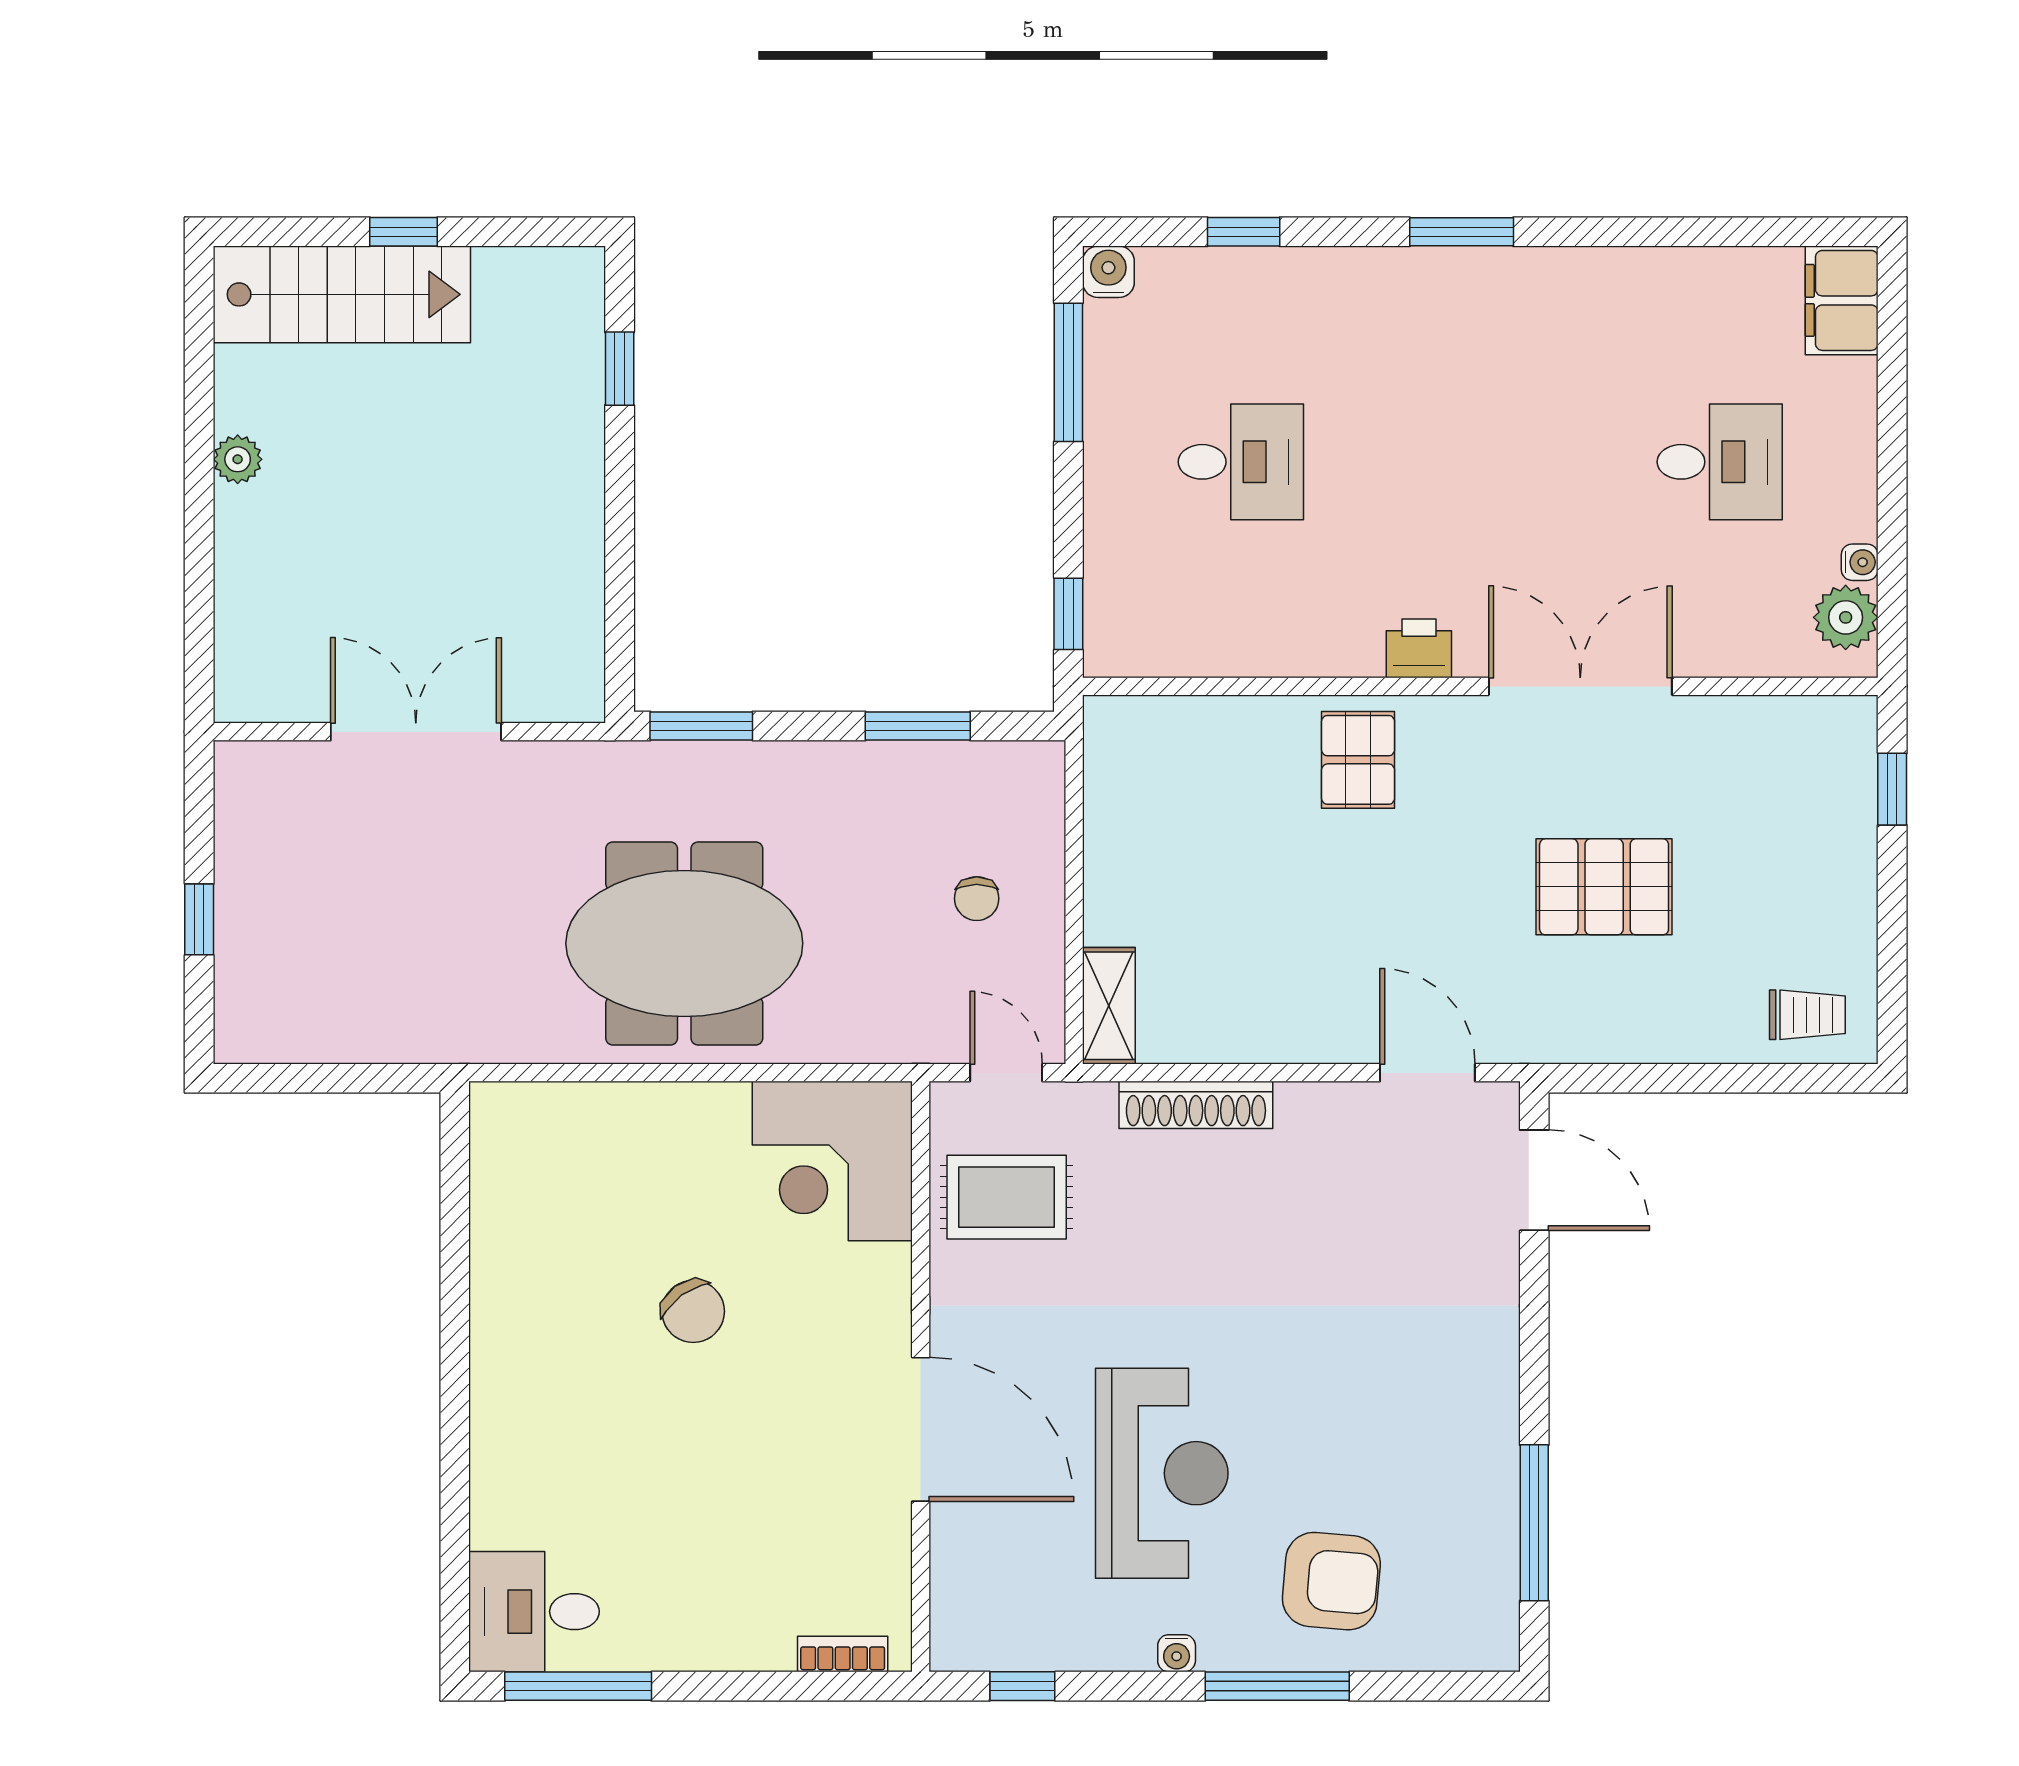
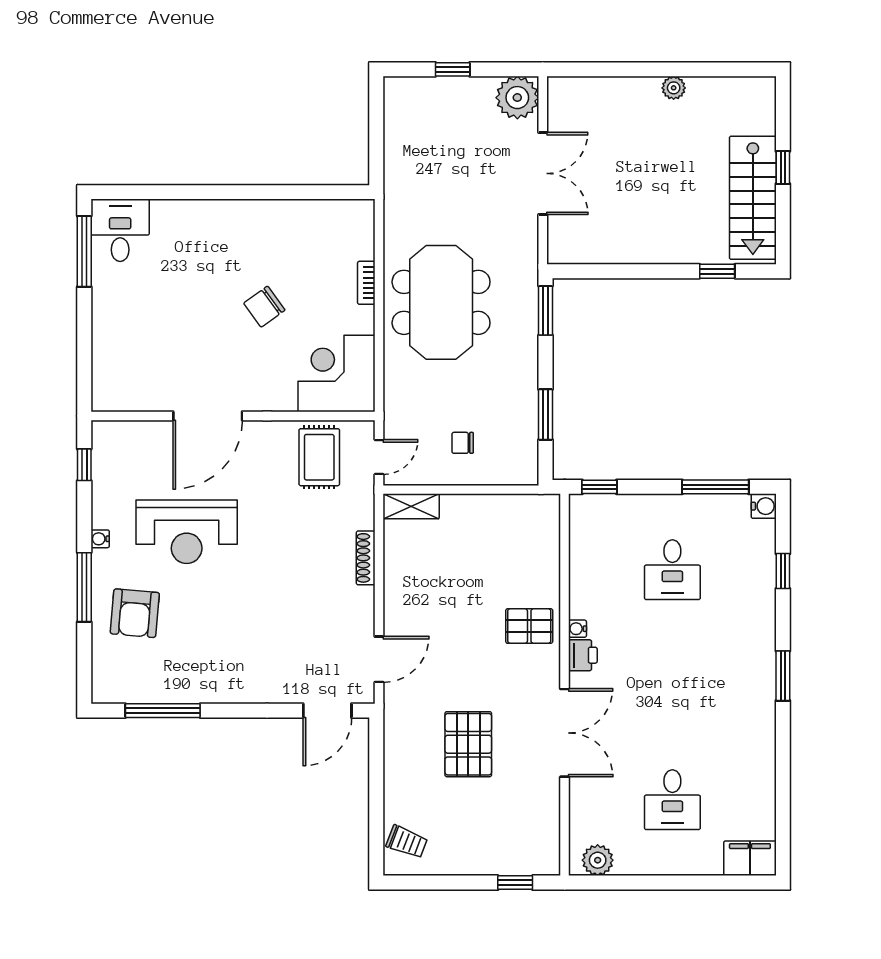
stairs: (342, 294) -> (753, 198), moved
water cooler: (1860, 562) -> (577, 629), moved, turned 90
plant: (258, 785) -> (517, 98), added
trolley: (1807, 1015) -> (407, 842), turned -69
shoe rack: (1196, 1105) -> (366, 558), width x0.74, depth x0.81
bookcase: (843, 1654) -> (366, 283), moved, turned 180

